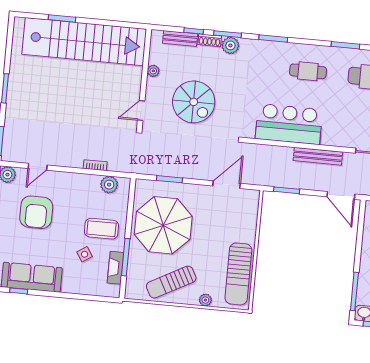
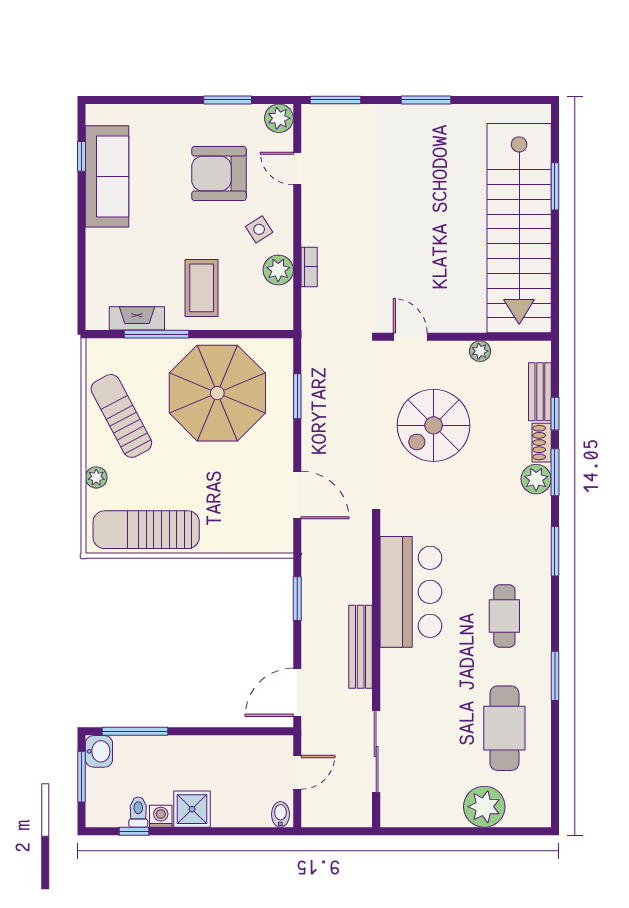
plant: (109, 185) -> (278, 270), moved
side table: (85, 254) -> (259, 229), moved

